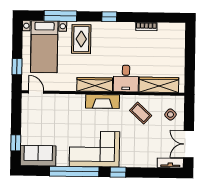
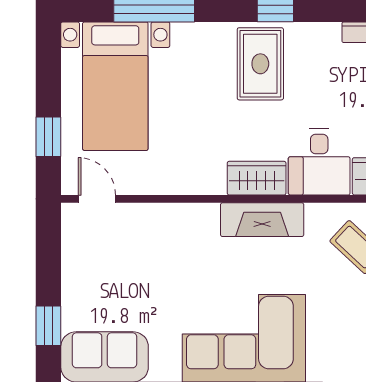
rug: (81, 39) -> (260, 64), moved
wardrobe: (95, 85) -> (257, 178), width x0.67

